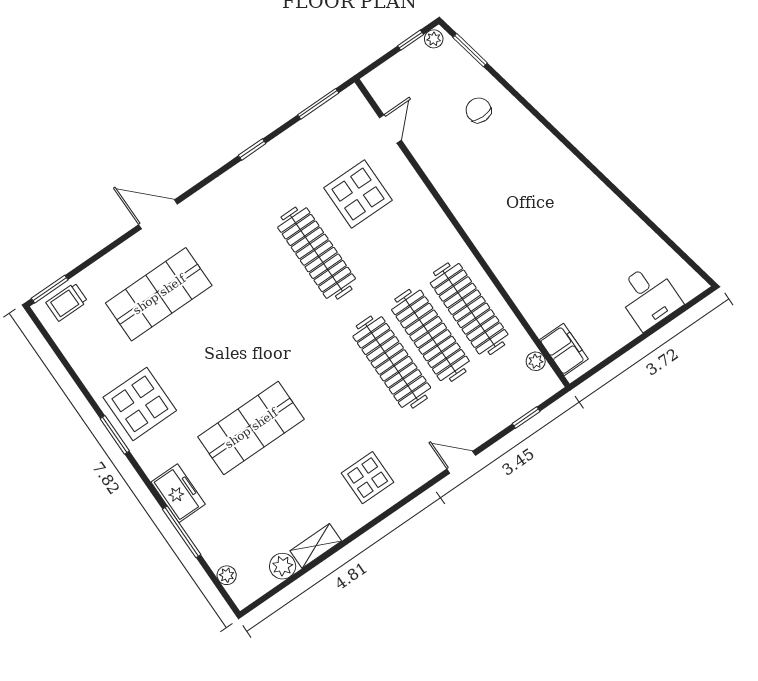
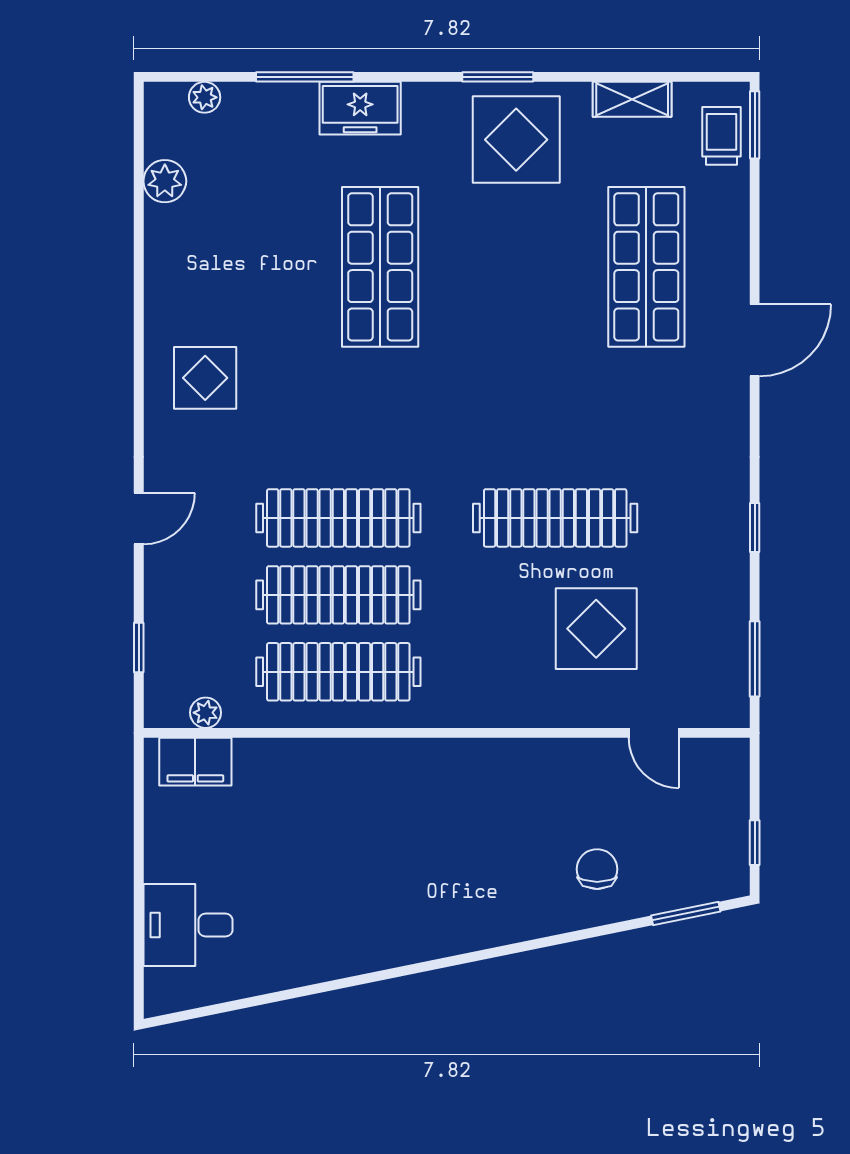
plant: (434, 39) -> (735, 875), removed
chair: (479, 110) -> (597, 869), turned -90
shelving: (316, 546) -> (632, 99), moved, turned 90

